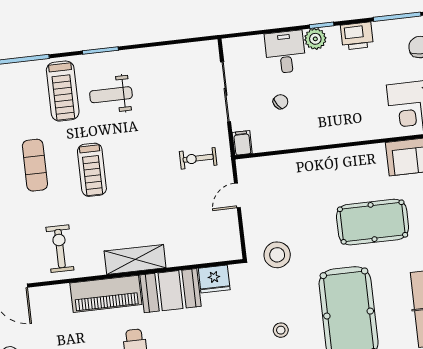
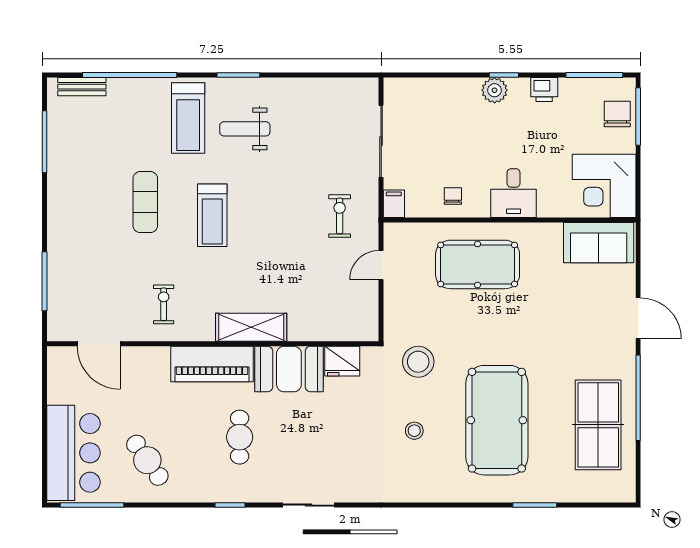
printer: (357, 36) -> (544, 90), width x0.73, depth x0.81
desk: (285, 52) -> (514, 193), moved, turned 180
chair: (280, 102) -> (453, 196), moved, turned -56
exercise bike: (198, 158) -> (340, 216), turned 90
pool table: (373, 222) -> (478, 264), moved
exercise bike: (60, 249) -> (164, 304), width x0.73, depth x0.72
stool: (277, 255) -> (418, 362), moved

